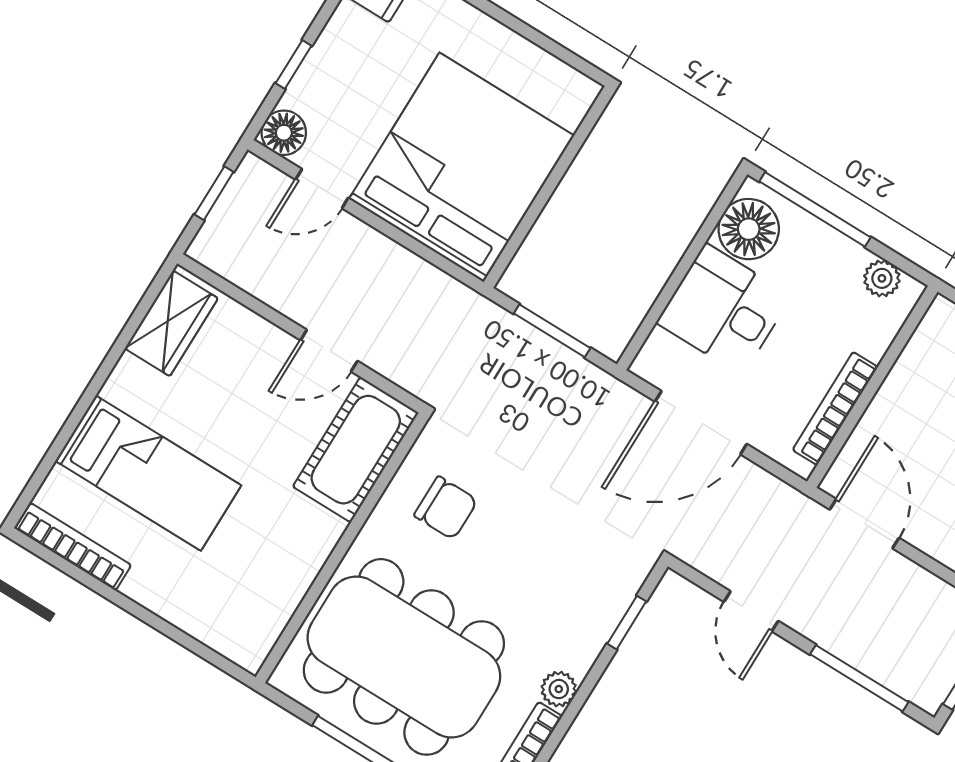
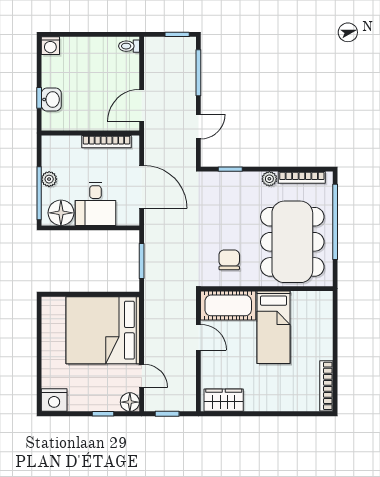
plant: (882, 278) -> (49, 179), moved
bed: (148, 473) -> (274, 327), moved, turned 180

